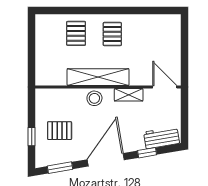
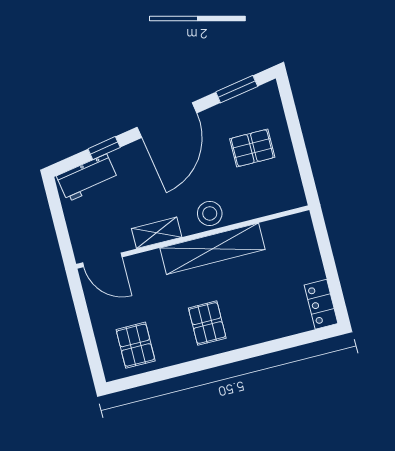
locker: (42, 28) -> (321, 304), added
pallet: (76, 33) -> (136, 345), moved
window: (32, 137) -> (294, 127), removed

